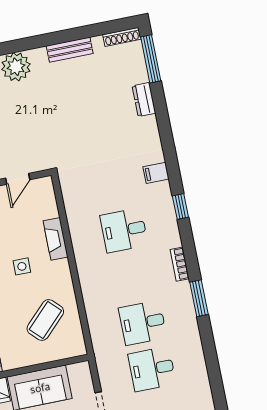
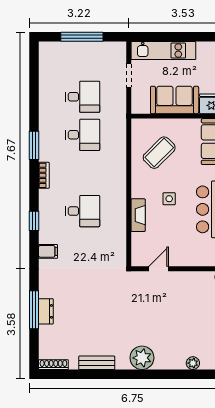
window: (151, 59) -> (34, 310), moved

